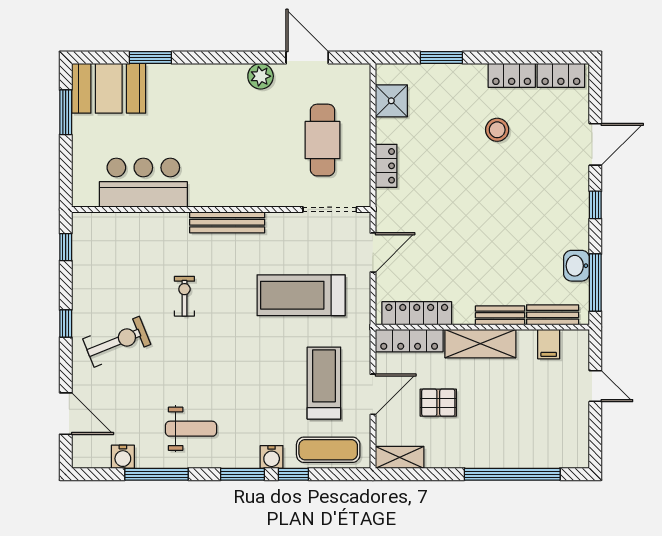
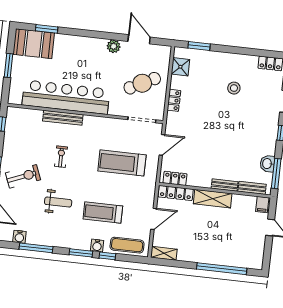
window: (150, 58) -> (47, 29), moved
window: (441, 58) -> (199, 46), moved
locker: (512, 75) -> (245, 61), removed
window: (66, 112) -> (8, 65), moved
cafe table: (323, 140) -> (142, 83), turned 63
bar counter: (143, 183) -> (66, 97), width x1.86
bench: (227, 222) -> (63, 118), moved
locker: (417, 313) -> (175, 178), width x0.66
filing cabinet: (549, 344) -> (262, 204), moved
treadmill: (324, 383) -> (103, 213), moved, turned -90
pallet: (438, 403) -> (187, 227), removed
weight bench: (191, 429) -> (58, 202), moved

